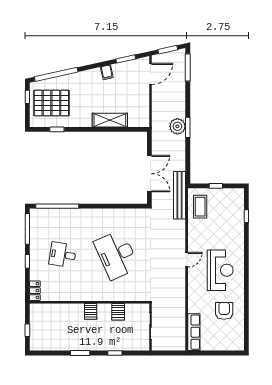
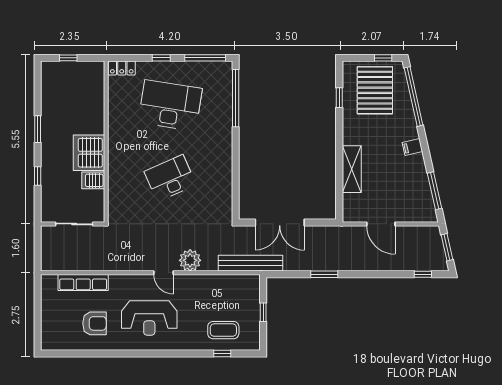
window: (126, 59) -> (434, 191), width x1.44
window: (188, 68) -> (423, 274), width x0.46
filing cabinet: (107, 72) -> (412, 147), moved
door: (150, 74) -> (381, 224), moved
plant: (177, 126) -> (190, 260), moved
window: (188, 127) -> (324, 274), moved
coffee table: (200, 207) -> (223, 330), moved
desk: (63, 255) -> (170, 105), width x1.87, depth x1.30
desk: (116, 255) -> (170, 178), width x0.73, depth x0.77
server rack: (91, 311) -> (89, 153), width x2.18, depth x1.44
row of seats: (194, 332) -> (83, 282), moved

